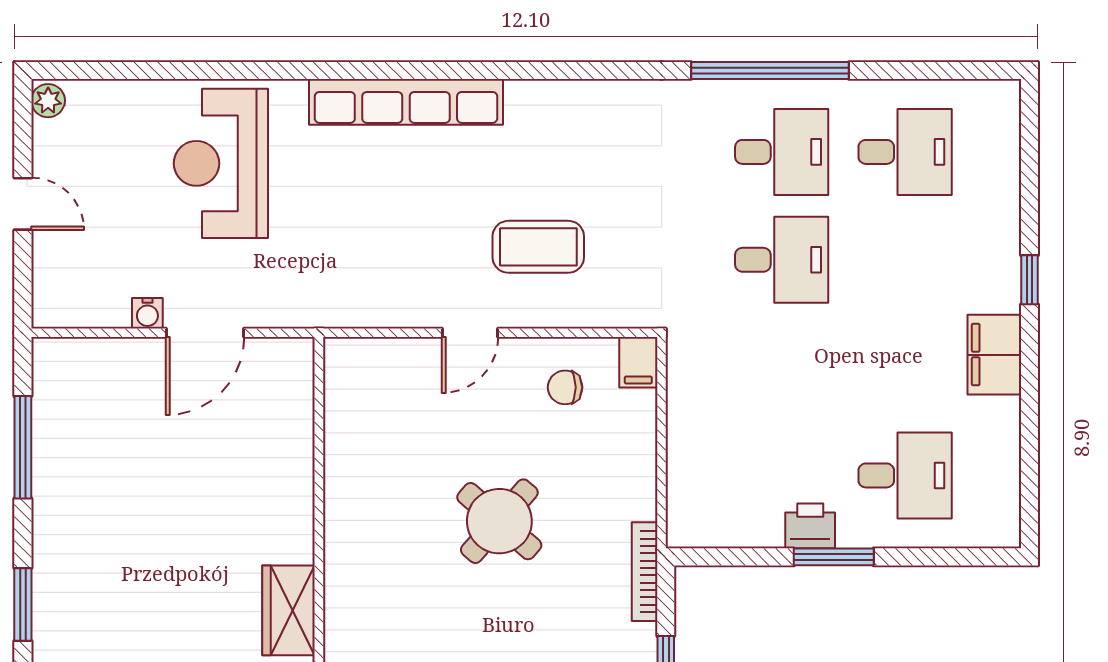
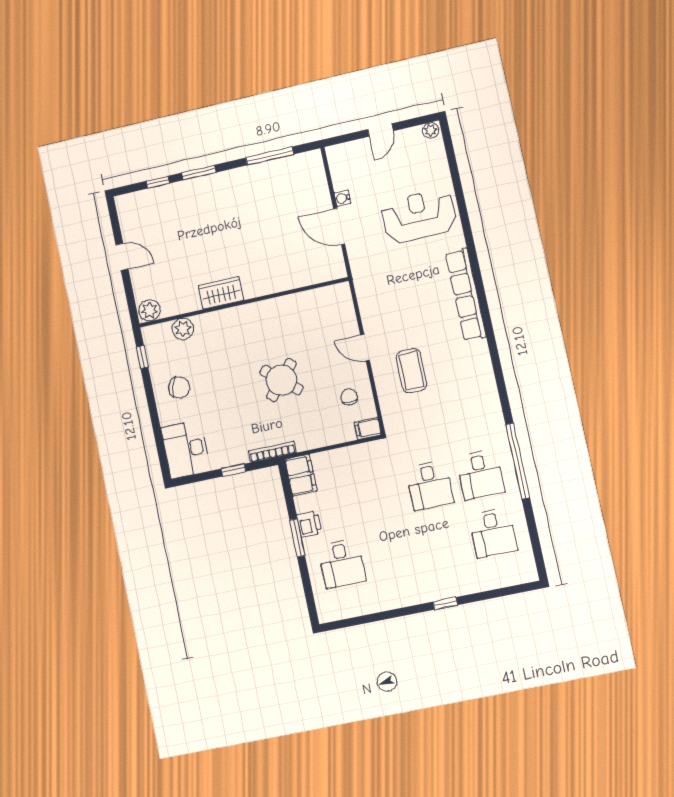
filing cabinet: (994, 355) -> (301, 475), moved, turned 90

